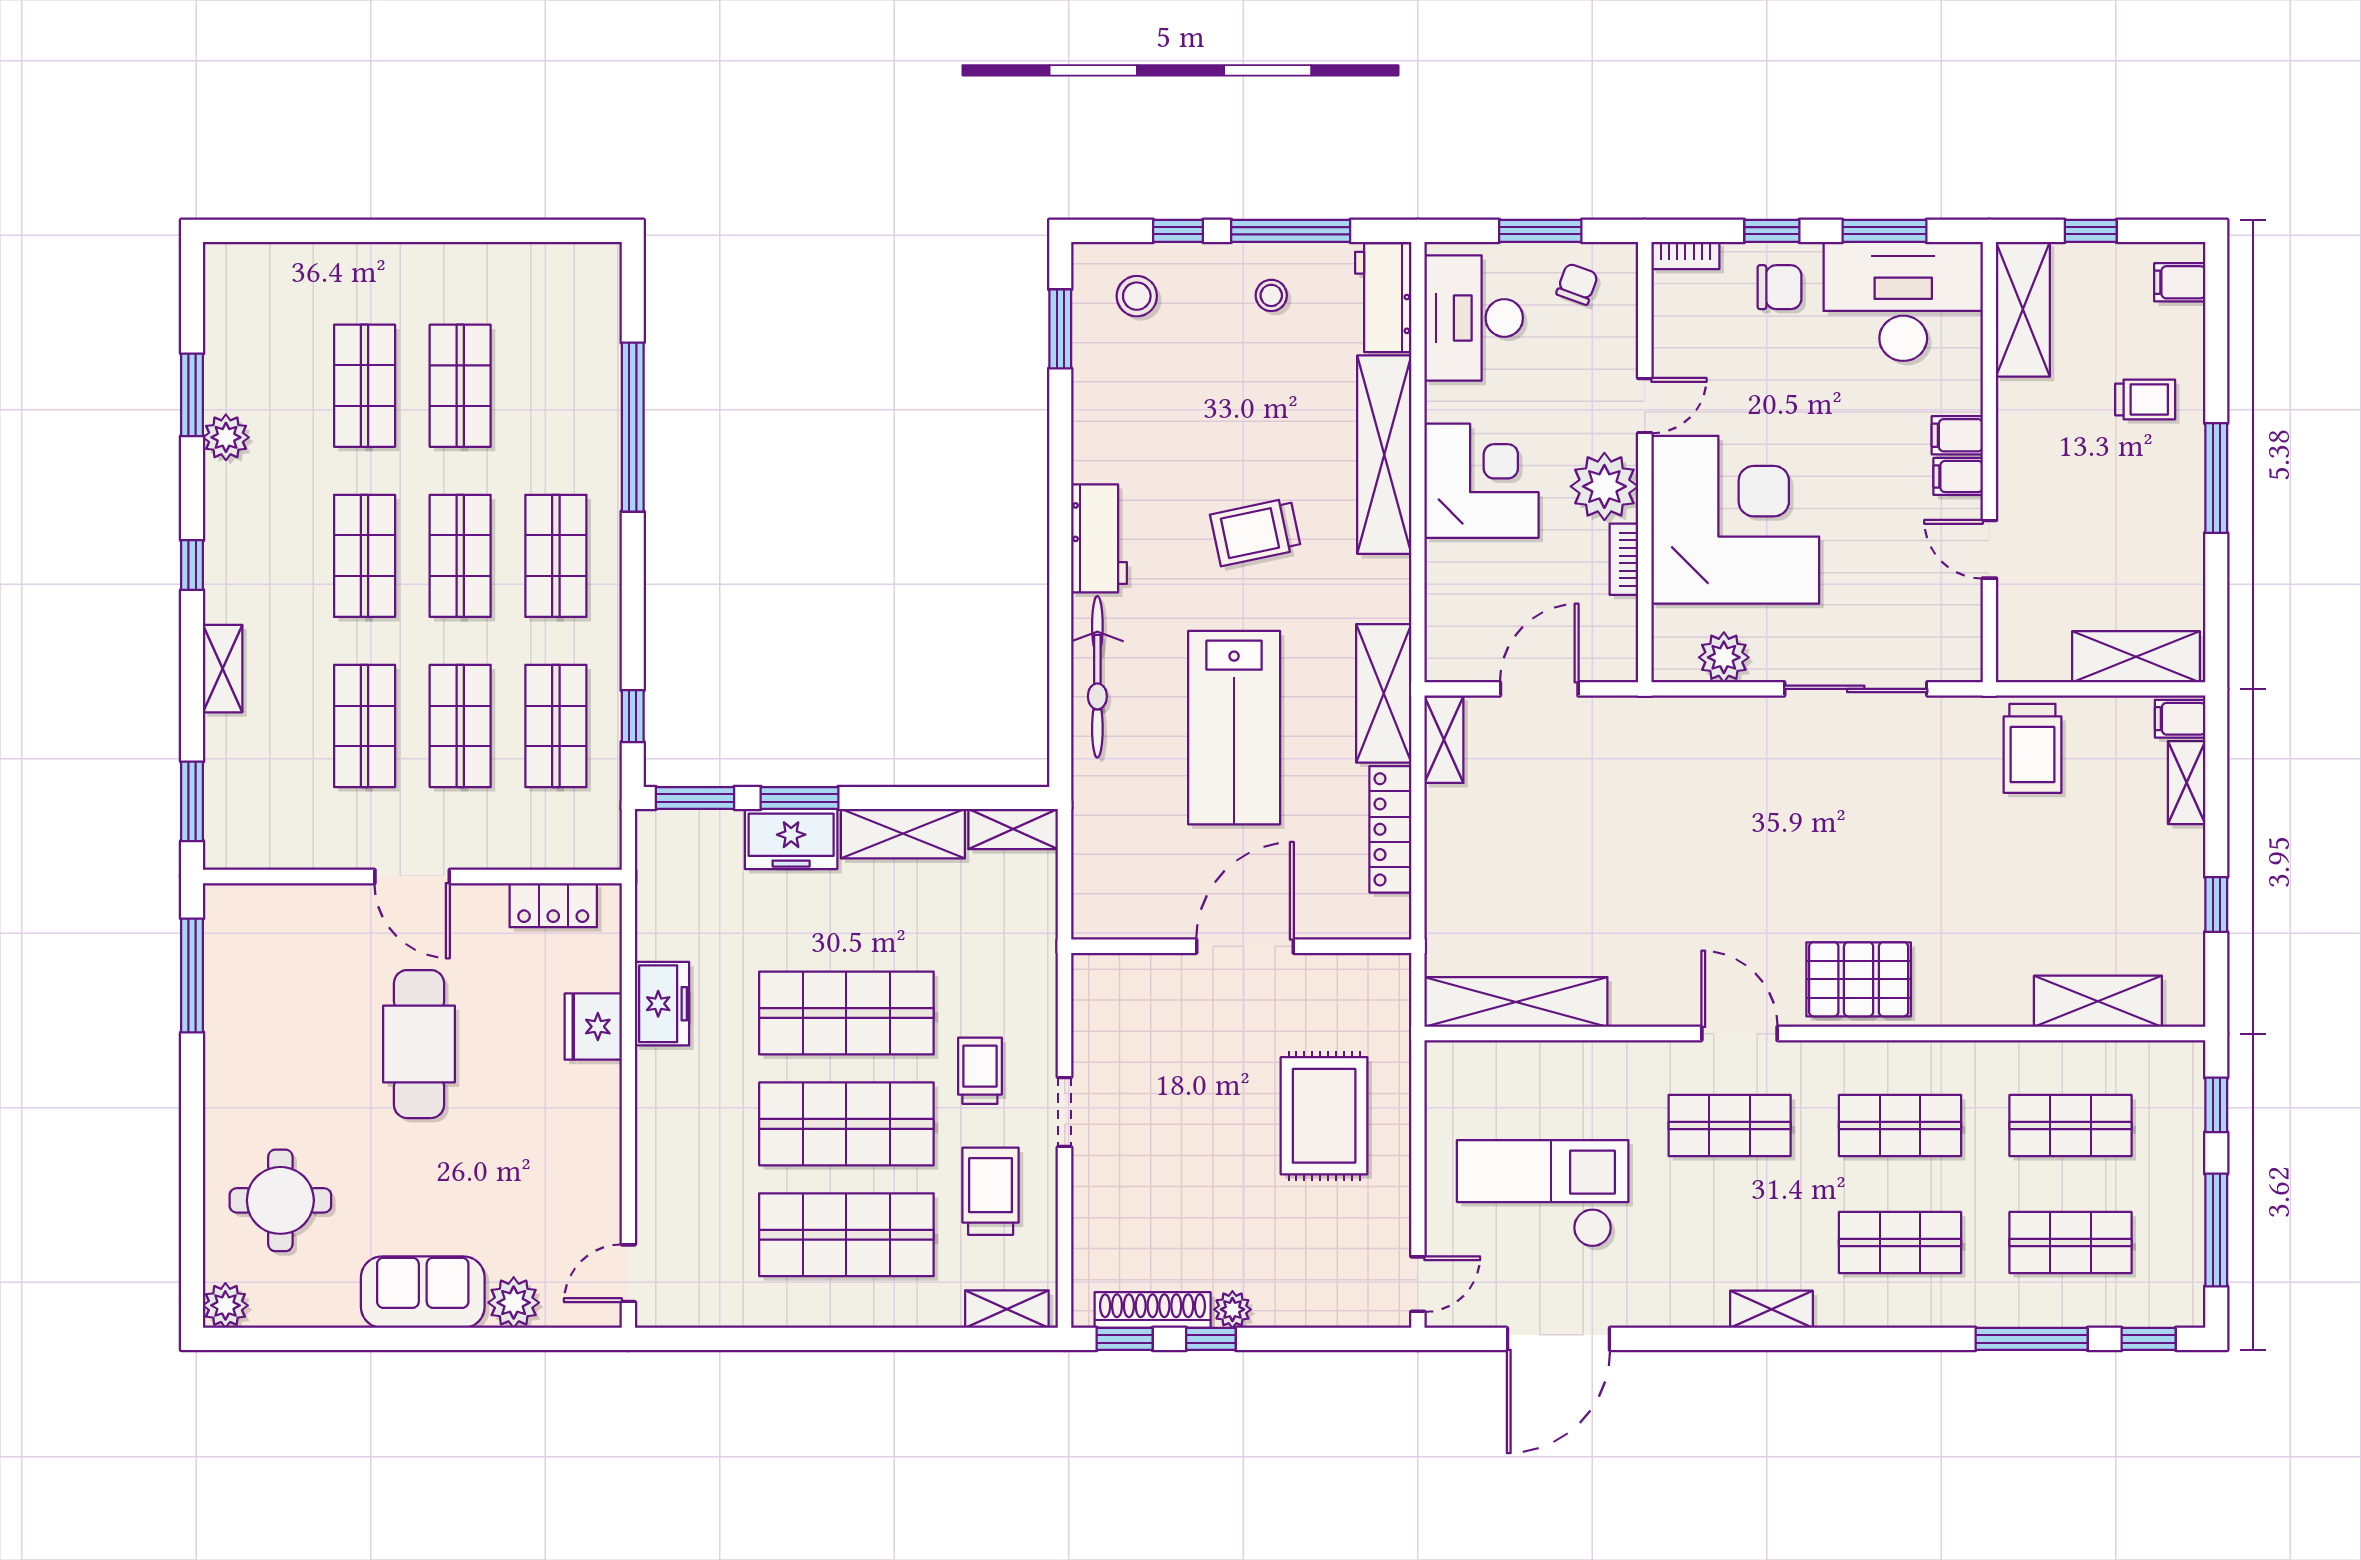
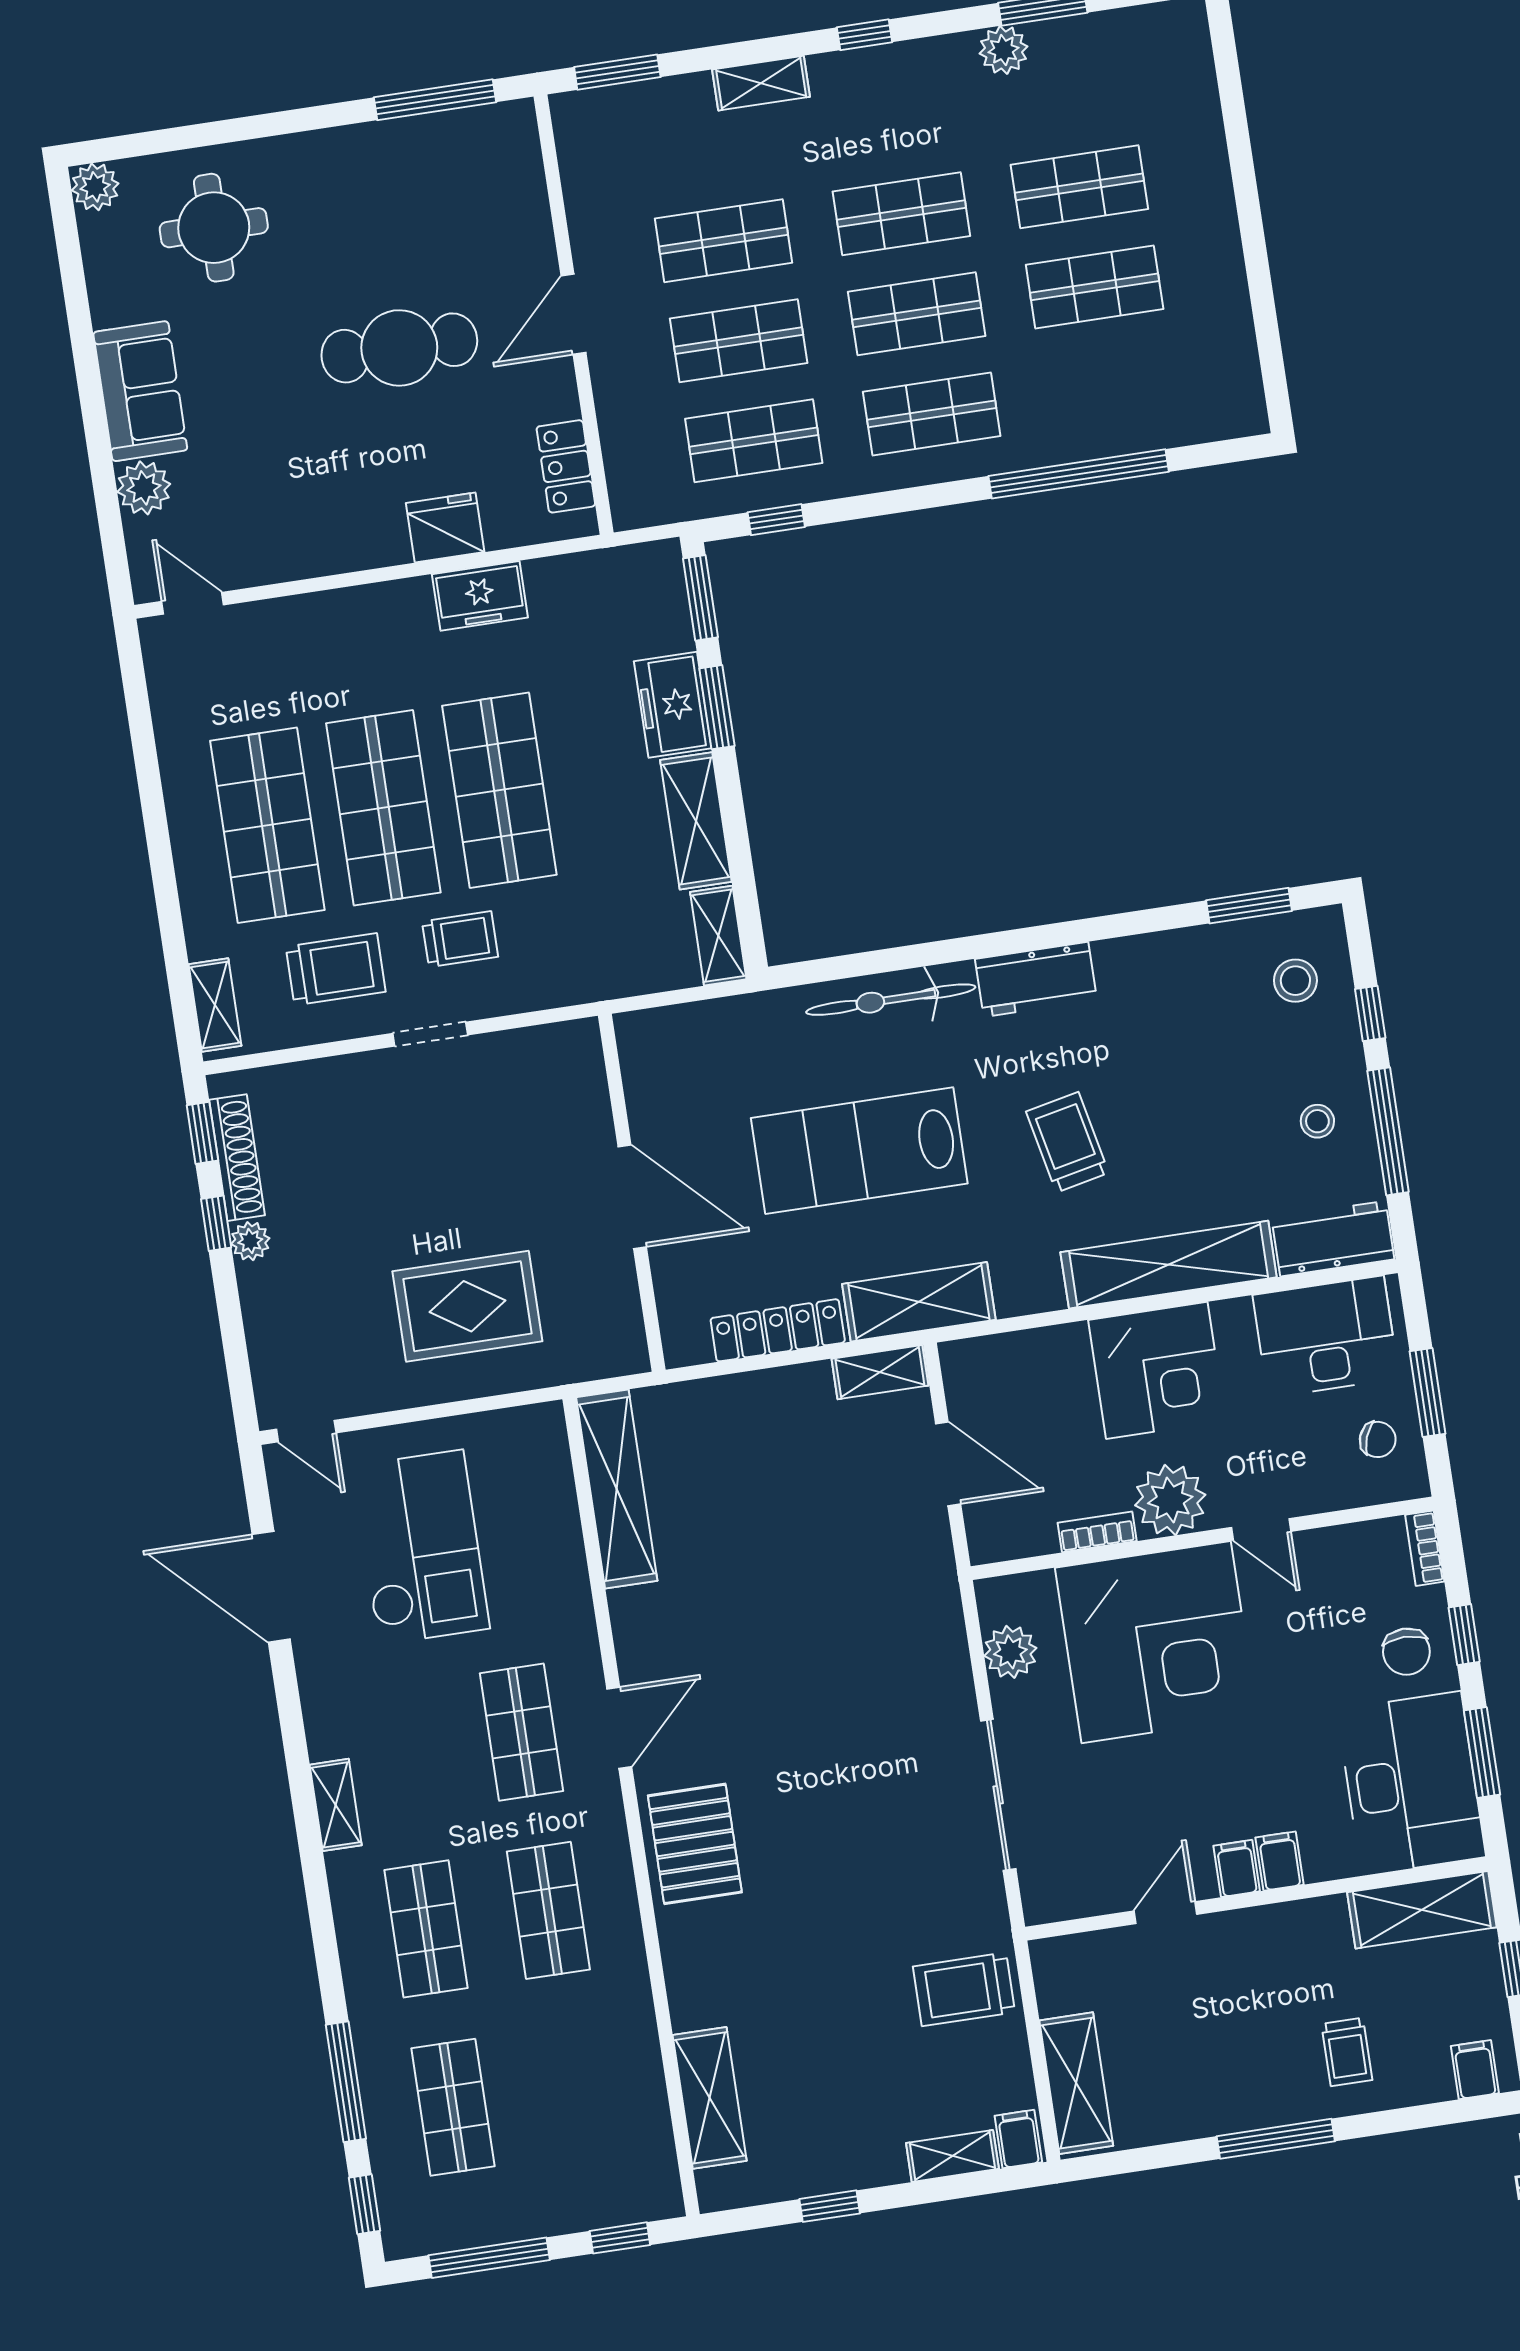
shop shelf: (2070, 1126) -> (575, 2089), removed

